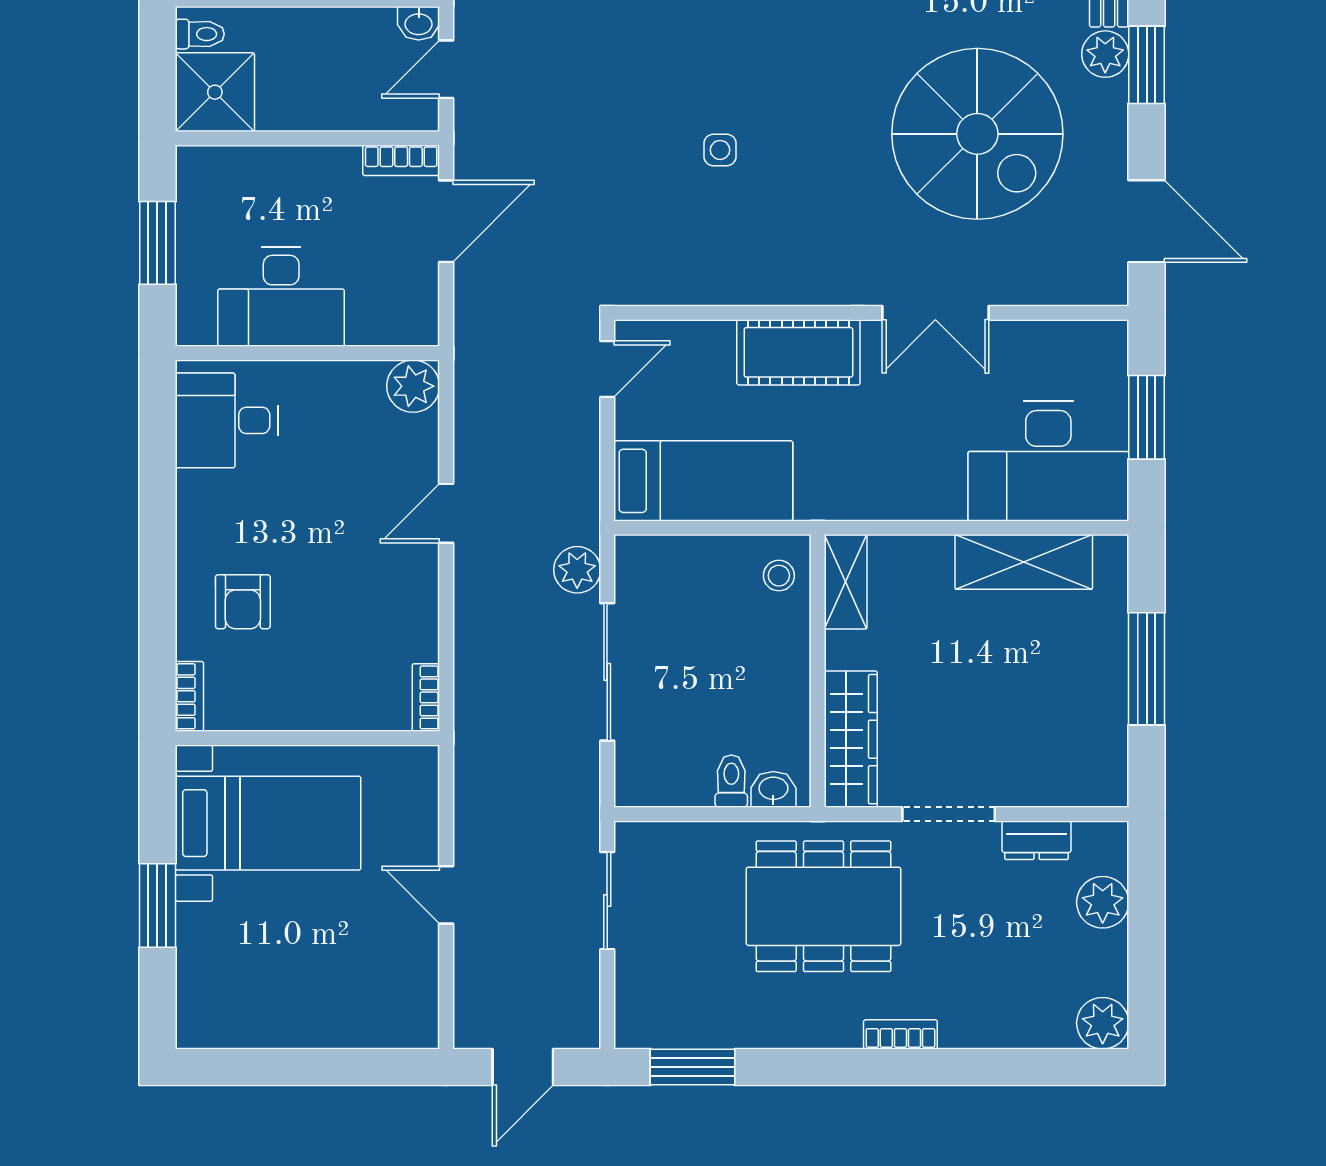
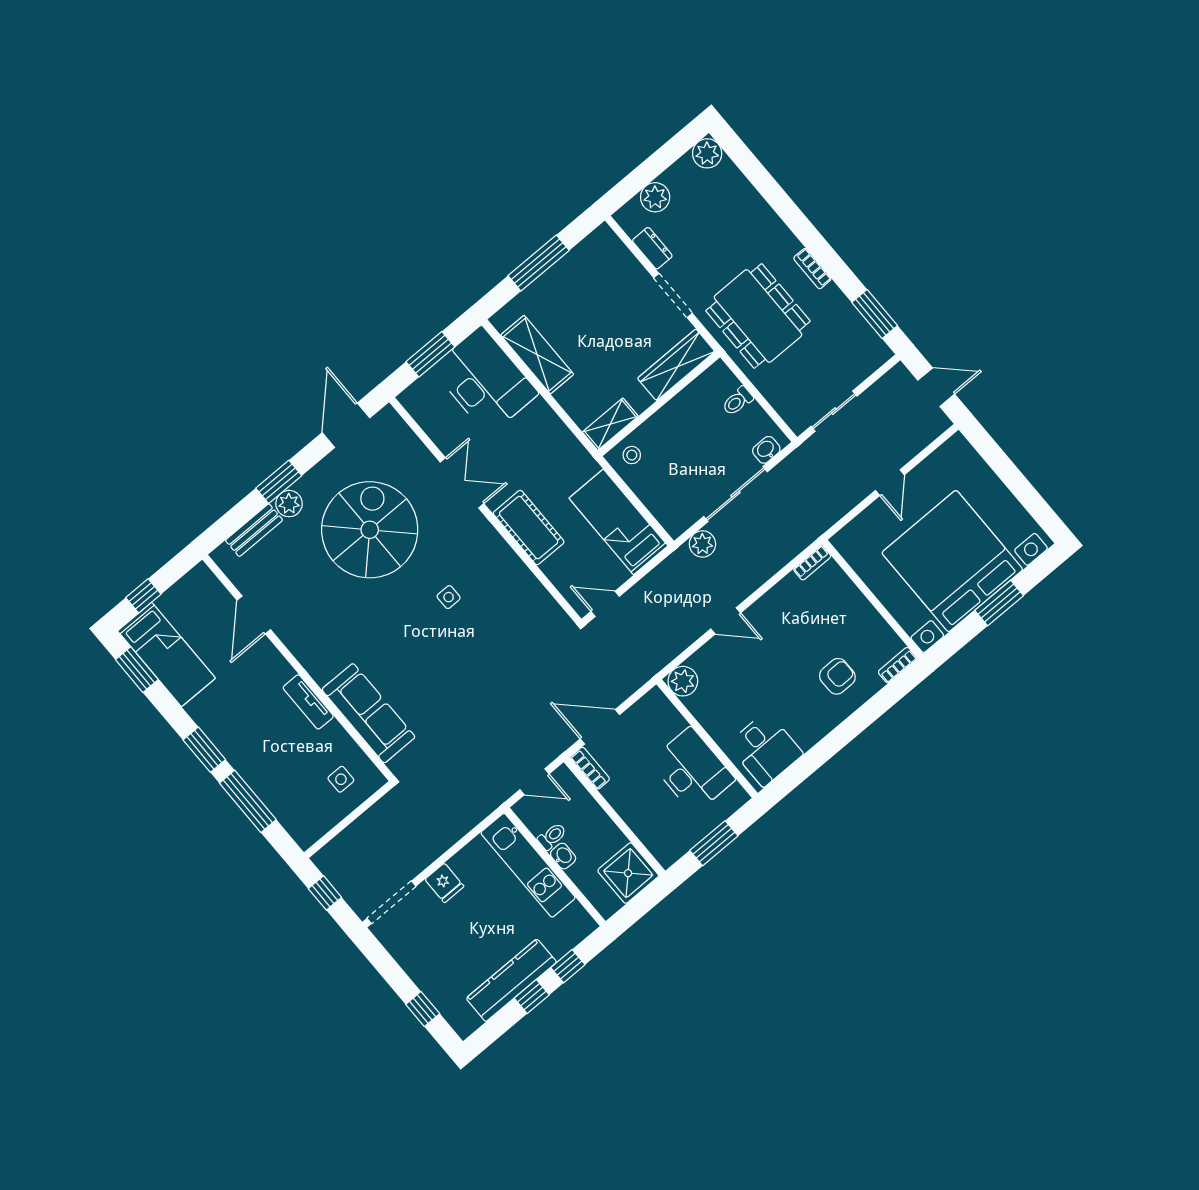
washbasin: (419, 23) -> (563, 856), moved
toilet: (200, 34) -> (552, 836), moved, turned 90
side table: (720, 150) -> (449, 597), moved
washbasin: (773, 789) -> (766, 450), moved, turned 90
bed with nightstands: (268, 823) -> (952, 561), width x1.85
bookcase: (900, 1034) -> (812, 269), moved

